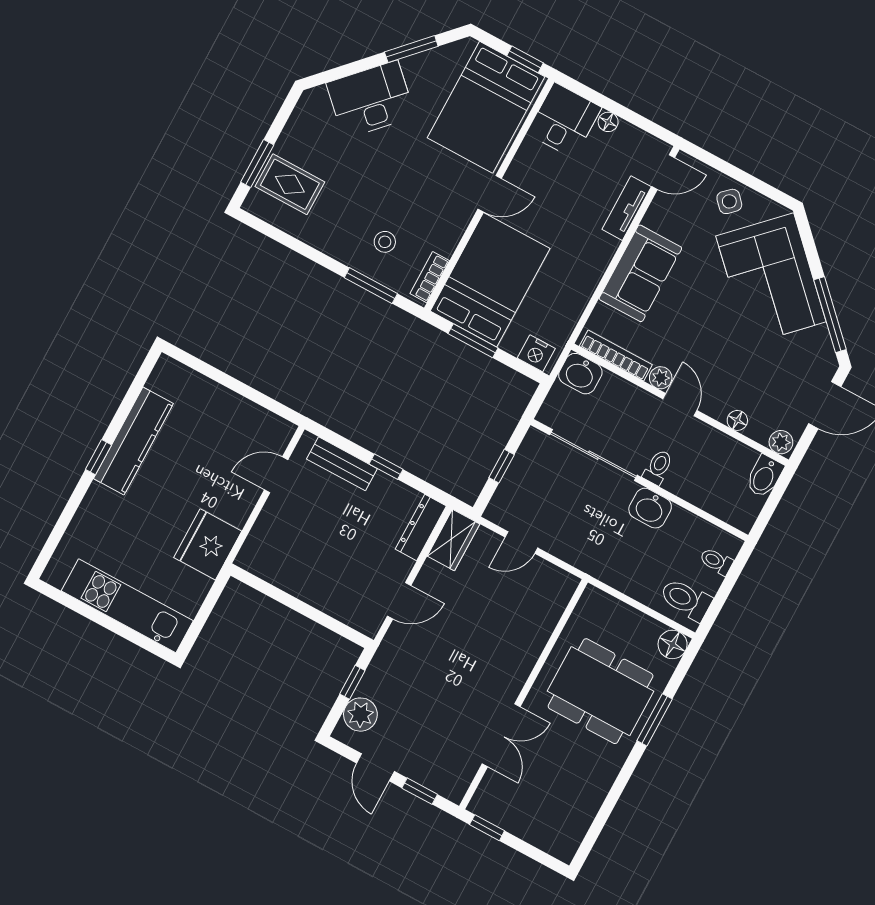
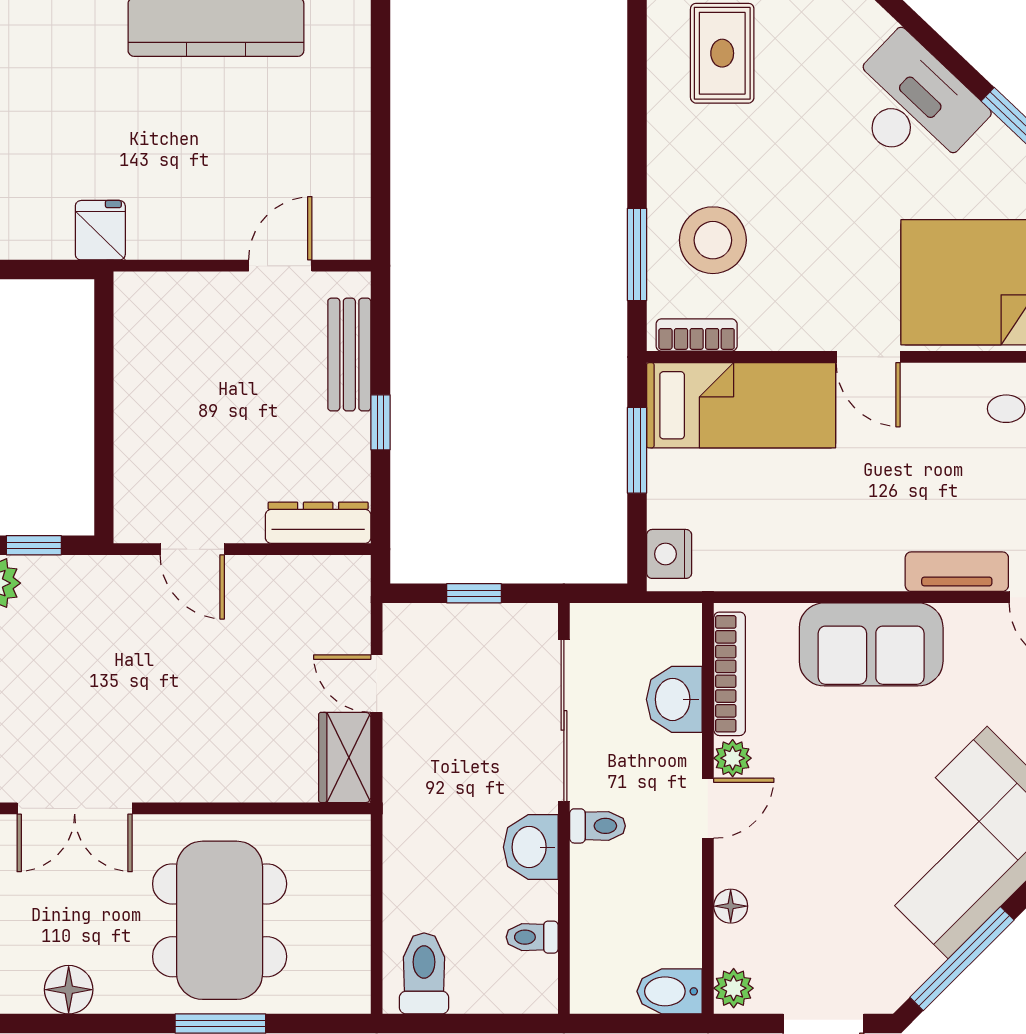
stool: (385, 242) -> (713, 240), width x1.89, depth x1.89
bed: (490, 280) -> (741, 405), width x0.67
washbasin: (580, 374) -> (674, 699), moved
door: (276, 475) -> (280, 266), hinge flipped
wardrobe: (453, 540) -> (345, 757), moved, turned 90
fridge: (208, 544) -> (100, 230), width x0.53, depth x0.75
toilet: (716, 561) -> (532, 937), moved, turned -90
floor lamp: (673, 644) -> (69, 990), moved

